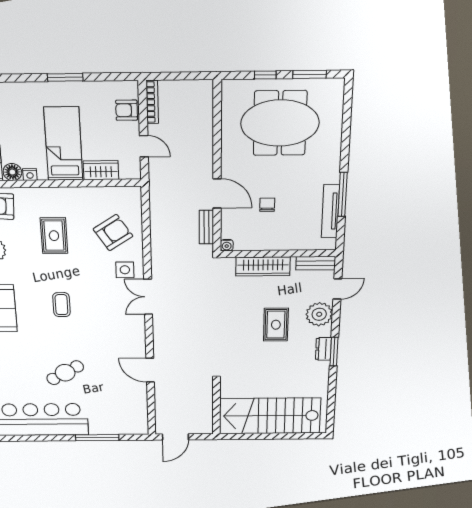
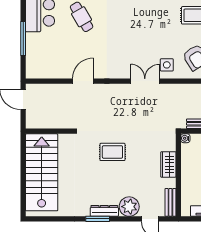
wardrobe: (263, 266) -> (168, 164), width x0.67
coffee table: (61, 305) -> (139, 17), removed
rug: (276, 325) -> (112, 152), moved
dresser: (323, 349) -> (104, 211), width x1.44

